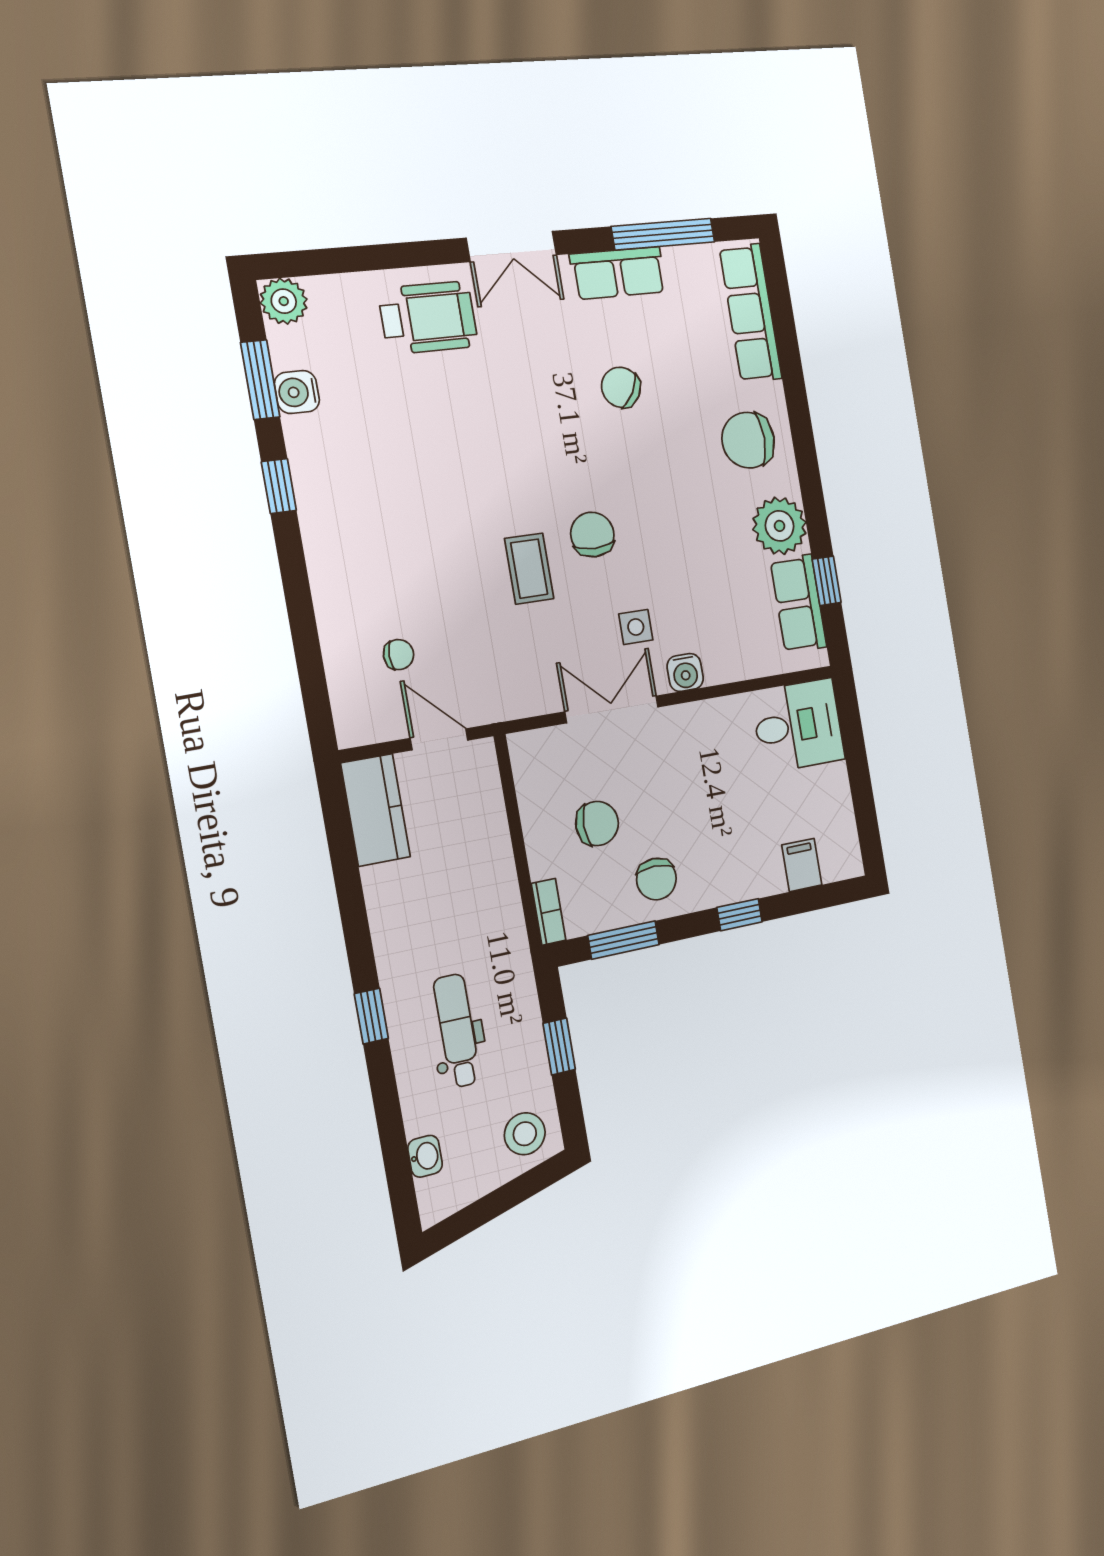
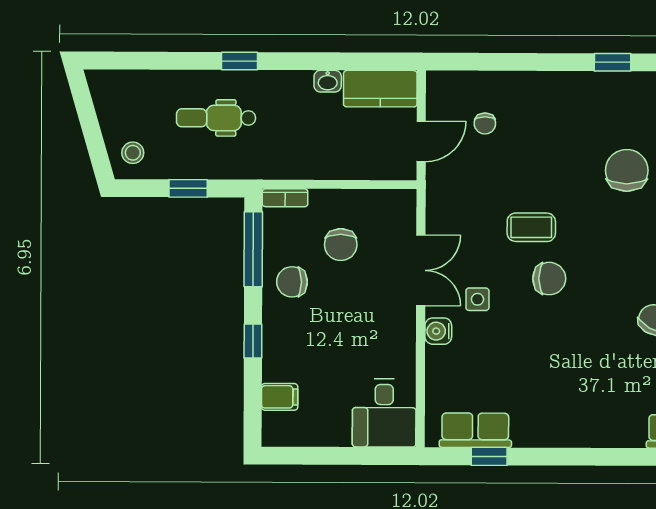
chair: (748, 440) -> (627, 170), moved
plant: (780, 526) -> (536, 426), removed
window: (624, 940) -> (253, 249), width x1.44
dental chair: (457, 1031) -> (216, 118), turned 180
stool: (525, 1134) -> (133, 153), width x0.73, depth x0.73
washbasin: (425, 1156) -> (328, 81), moved

